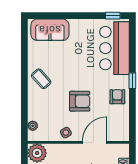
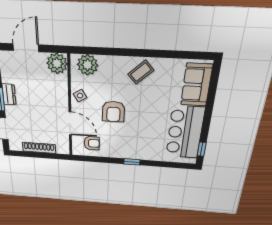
bar counter: (115, 48) -> (185, 132), moved, turned -90
armchair: (117, 97) -> (92, 143), moved
plant: (33, 126) -> (88, 65), width x1.88, depth x1.88

